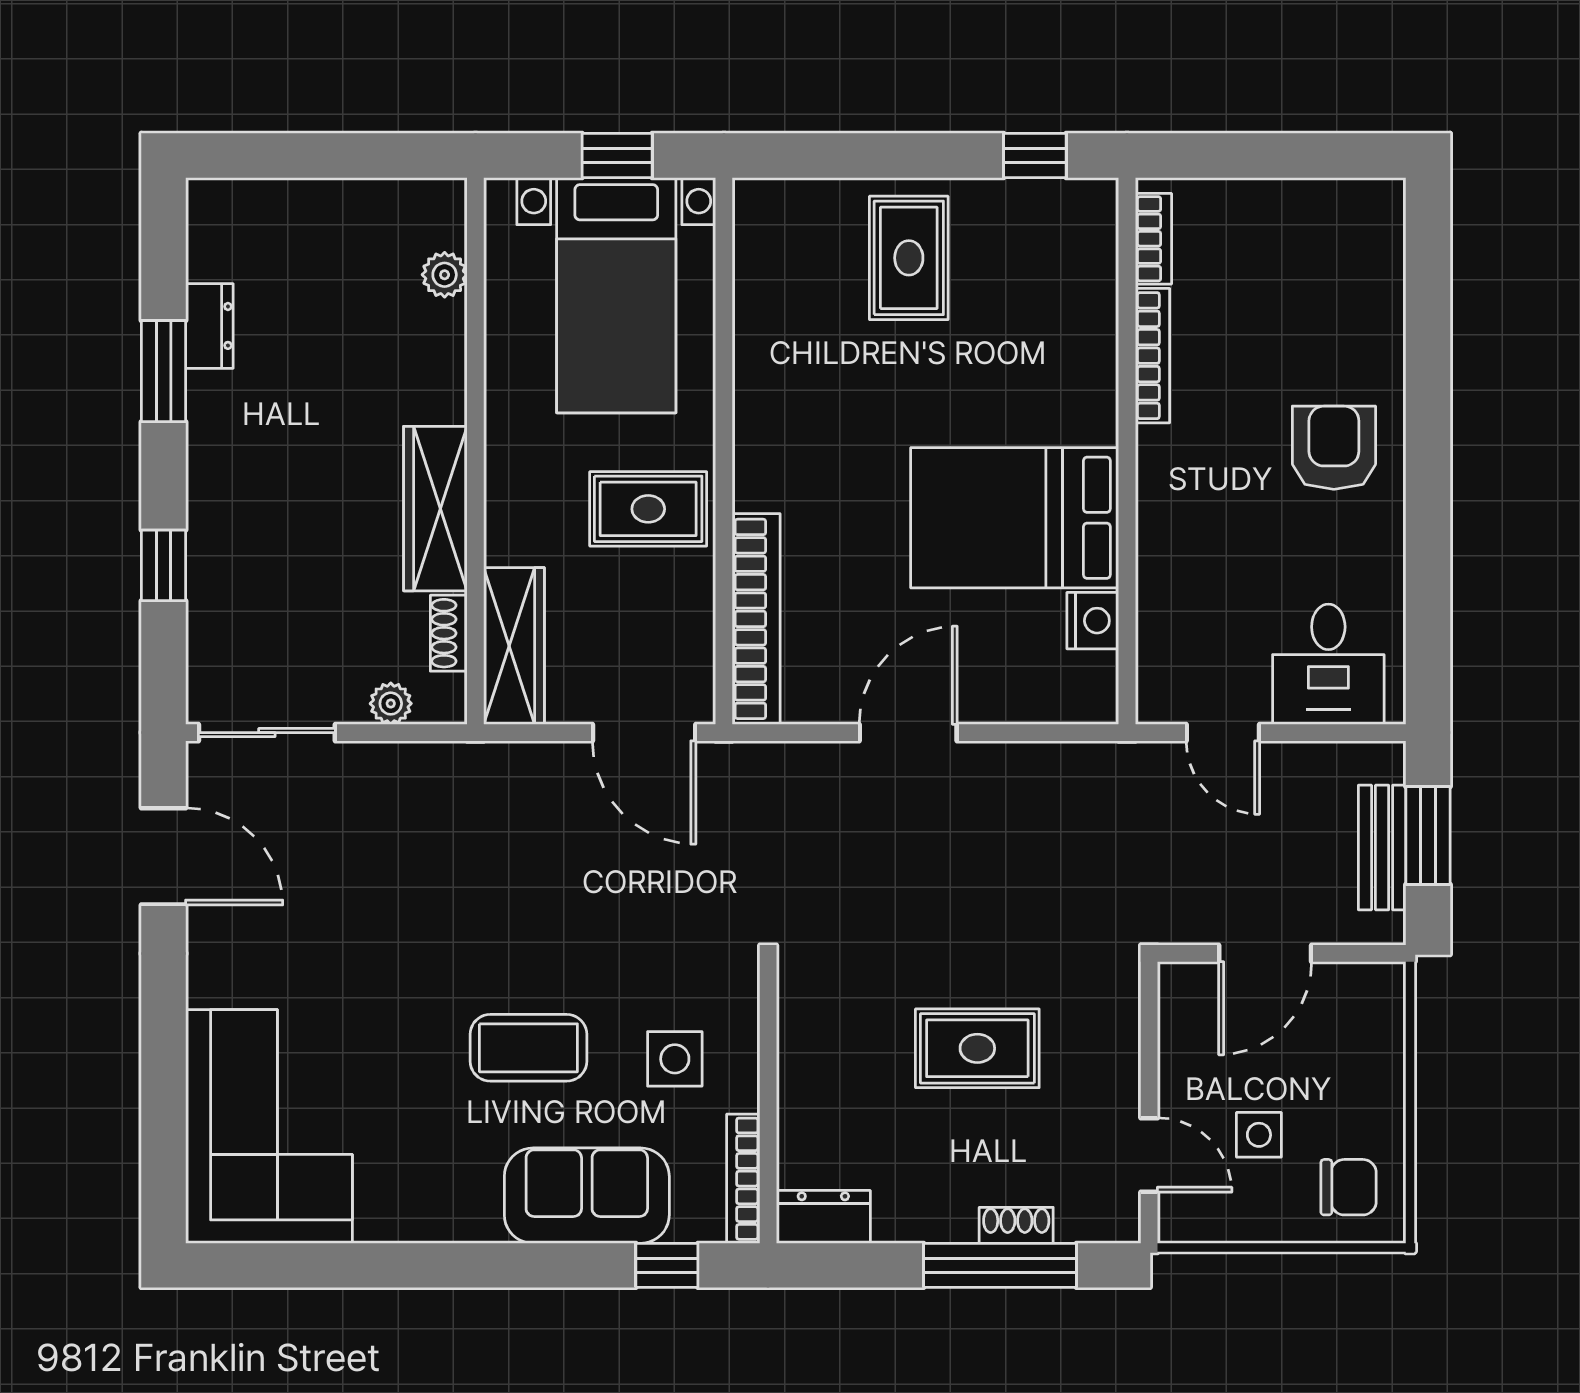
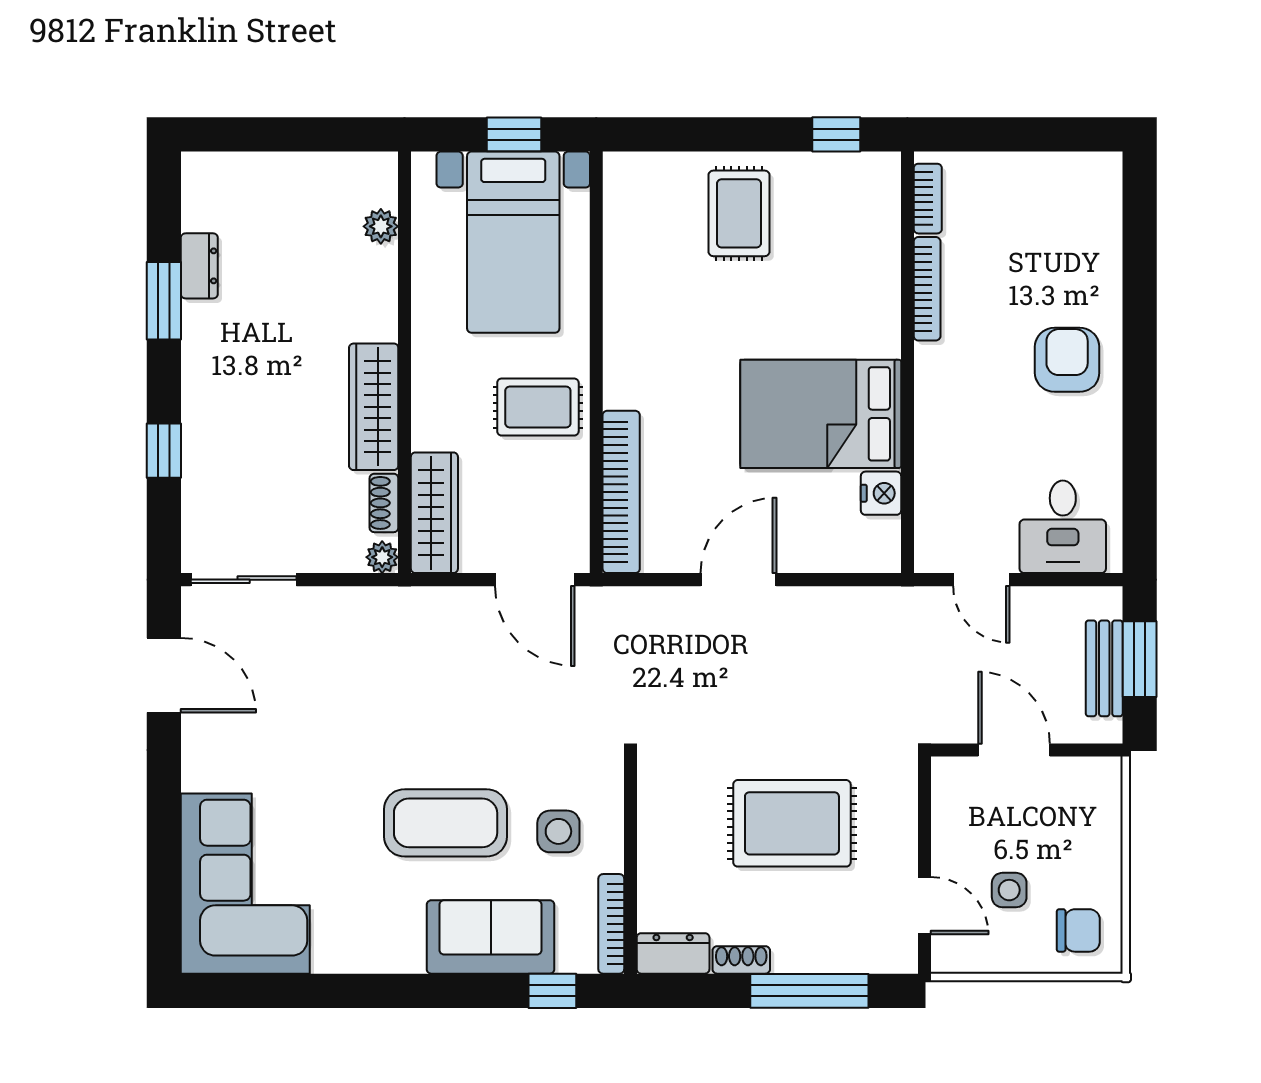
plant: (391, 704) -> (382, 557), moved
door: (1265, 953) -> (1014, 750), swing flipped
coffee table: (528, 1048) -> (446, 823), width x1.36, depth x1.32
rug: (977, 1048) -> (792, 823), width x1.36, depth x1.43
shoe rack: (1016, 1225) -> (741, 960), moved

